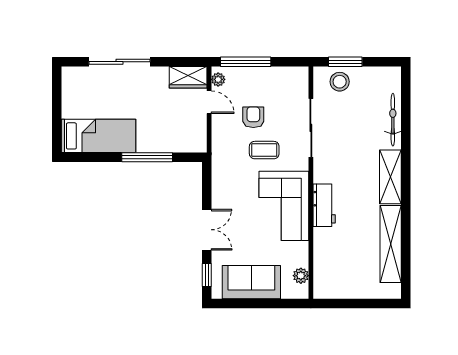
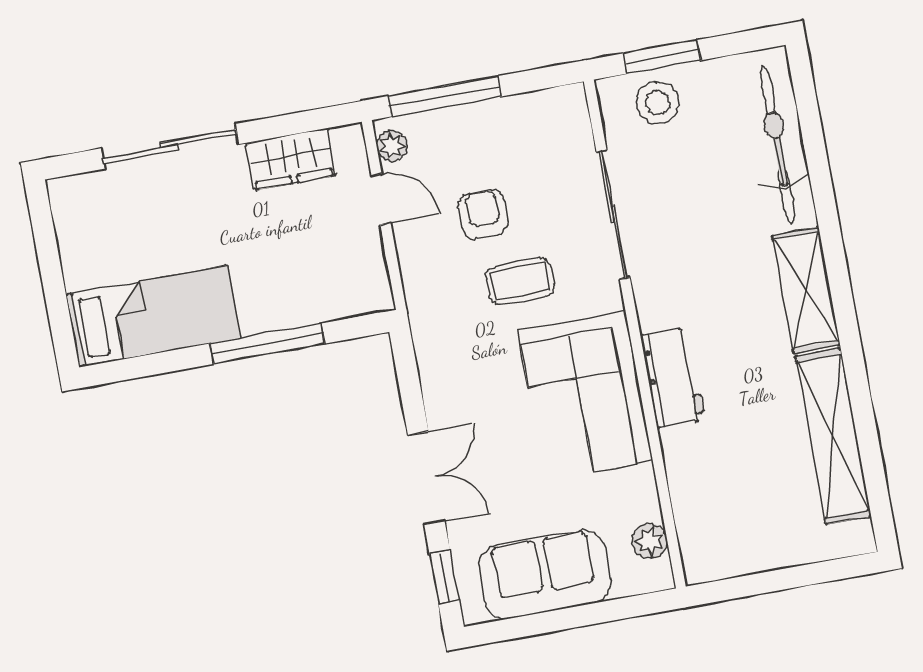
wardrobe: (188, 77) -> (291, 159), moved
bicycle: (393, 120) -> (777, 144), width x1.37, depth x1.40

